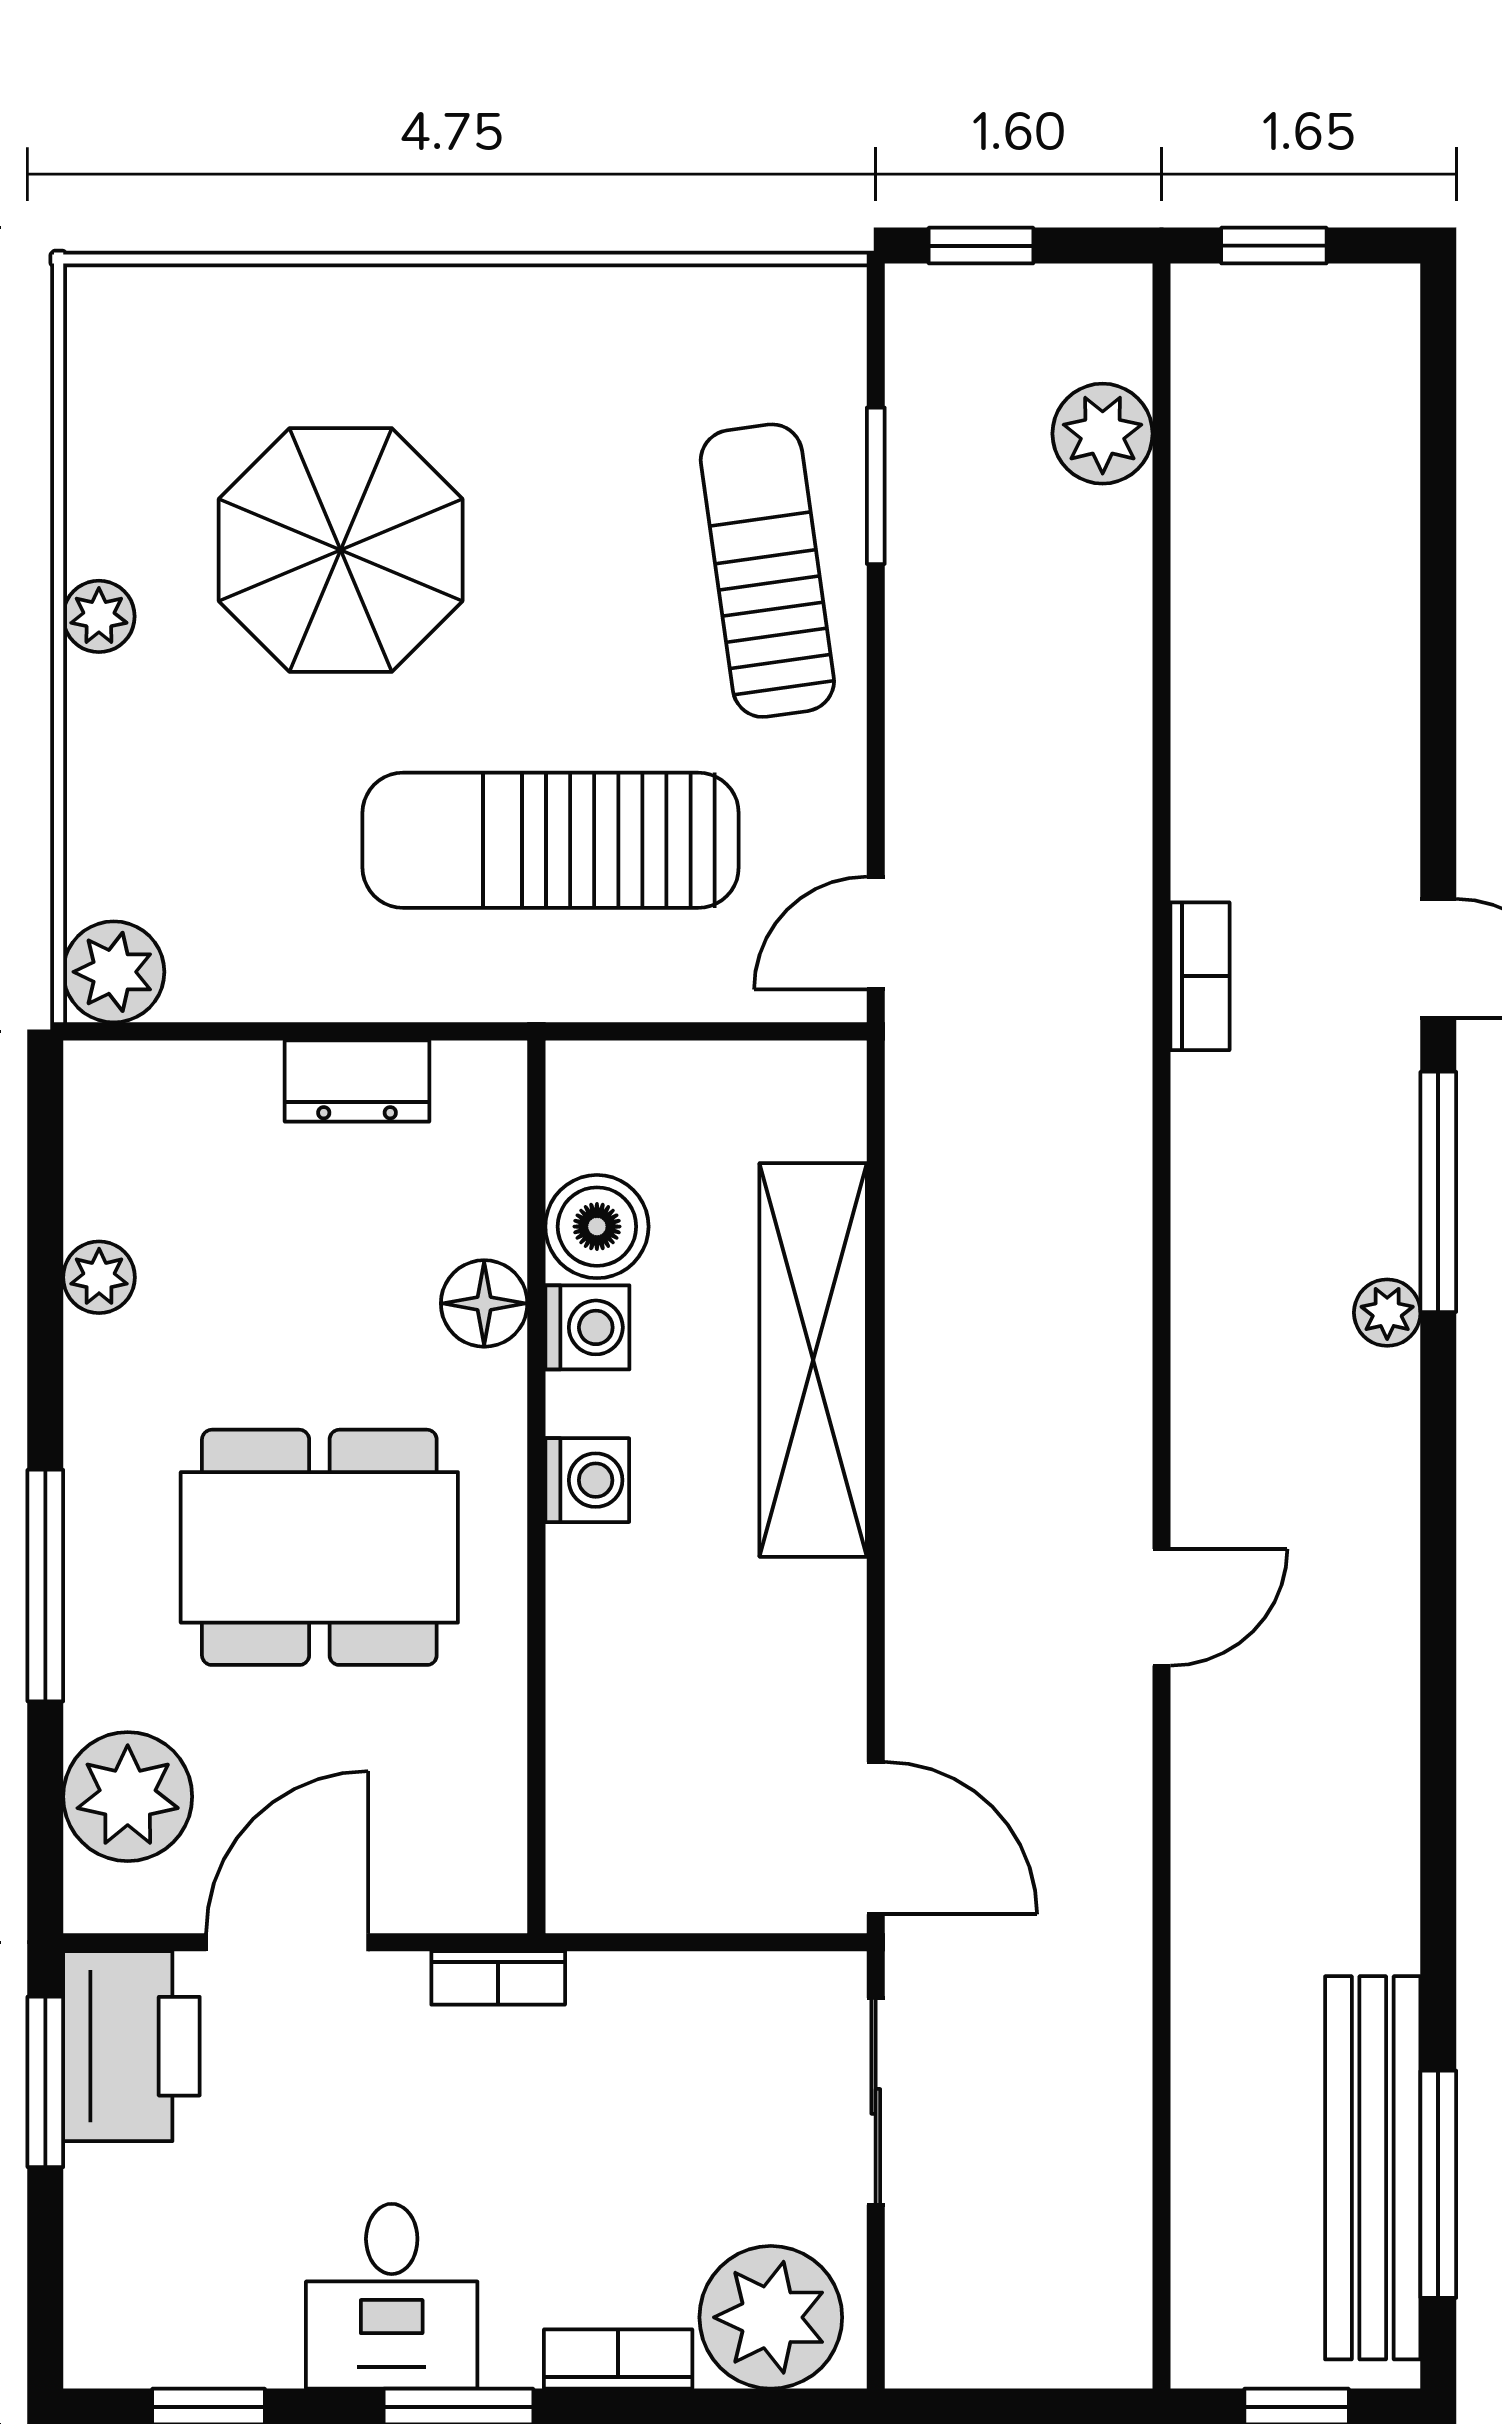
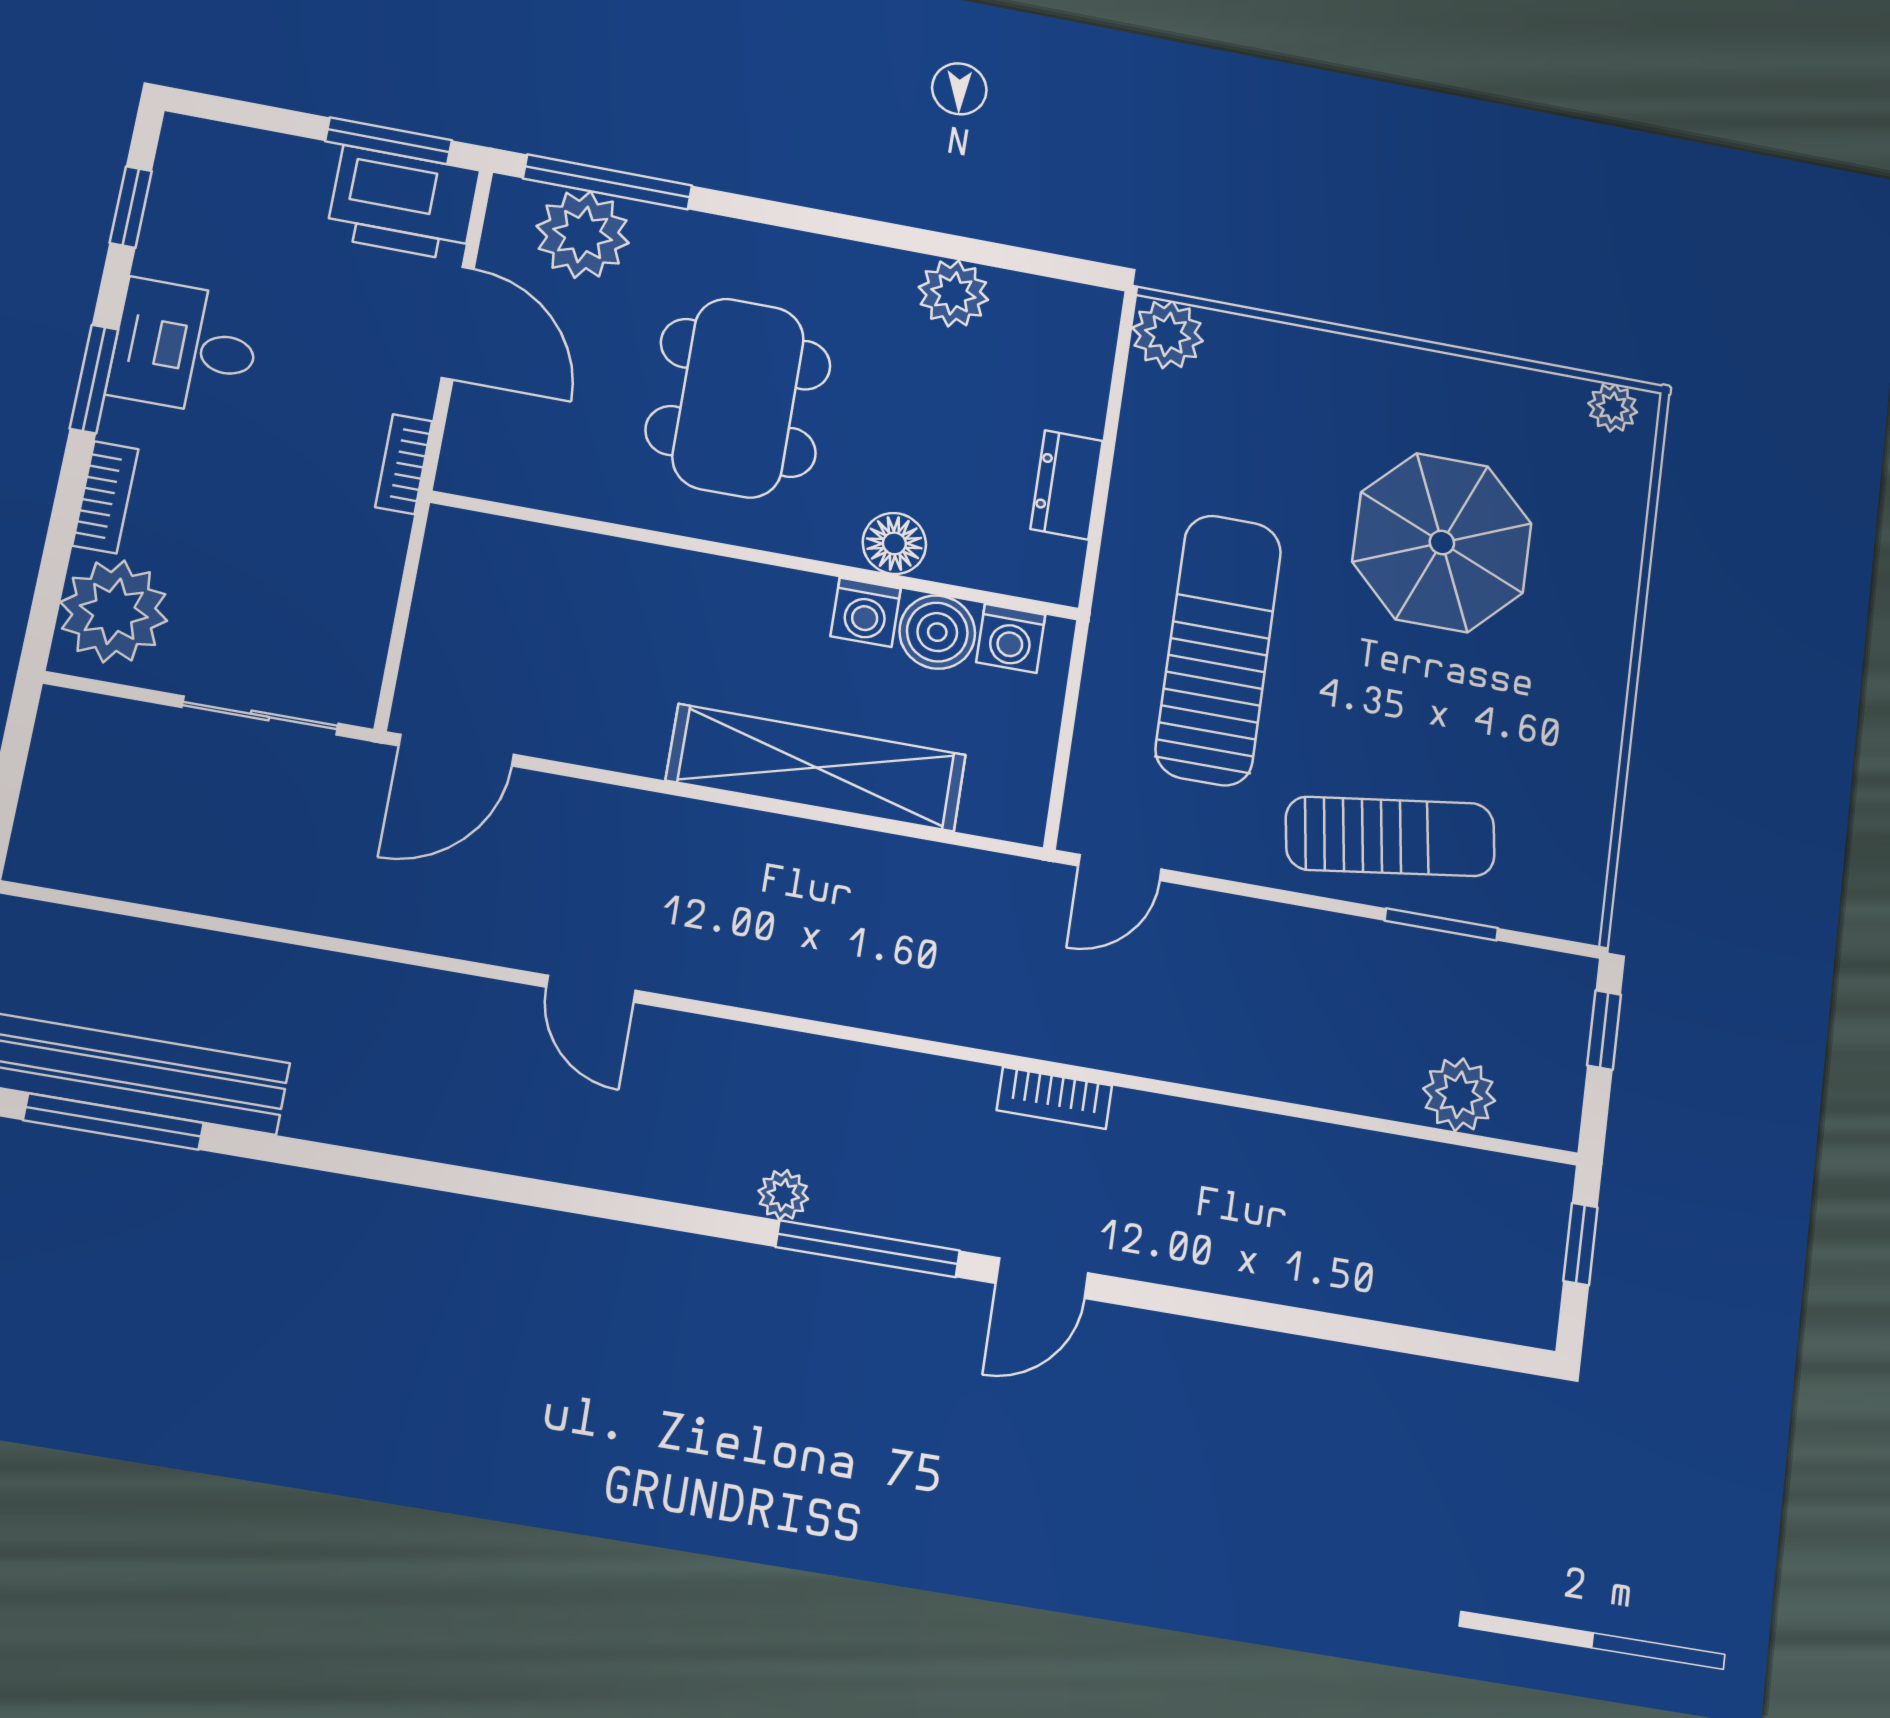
plant: (99, 616) -> (1613, 408), moved
door: (876, 933) -> (1120, 867), swing flipped
plant: (99, 1277) -> (953, 293), width x1.38, depth x1.38
washing machine: (587, 1480) -> (1011, 638), moved
window: (45, 1586) -> (608, 182), moved

